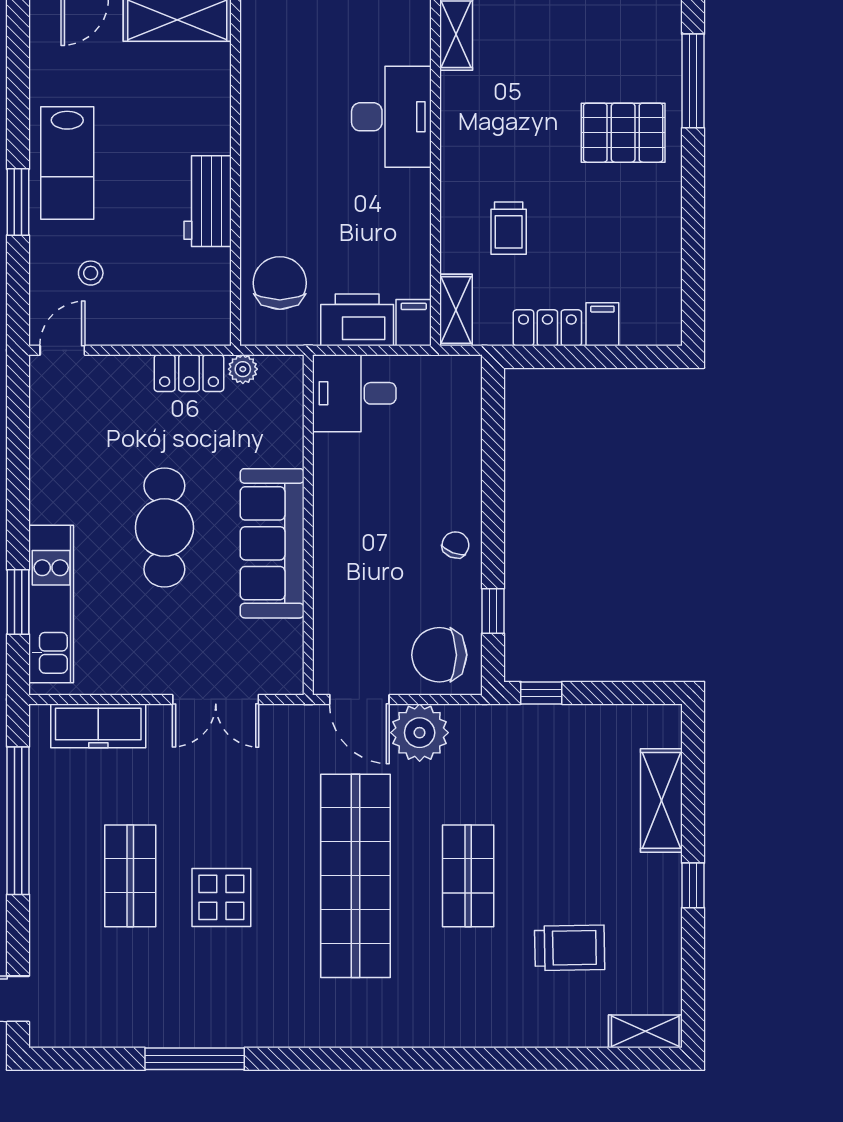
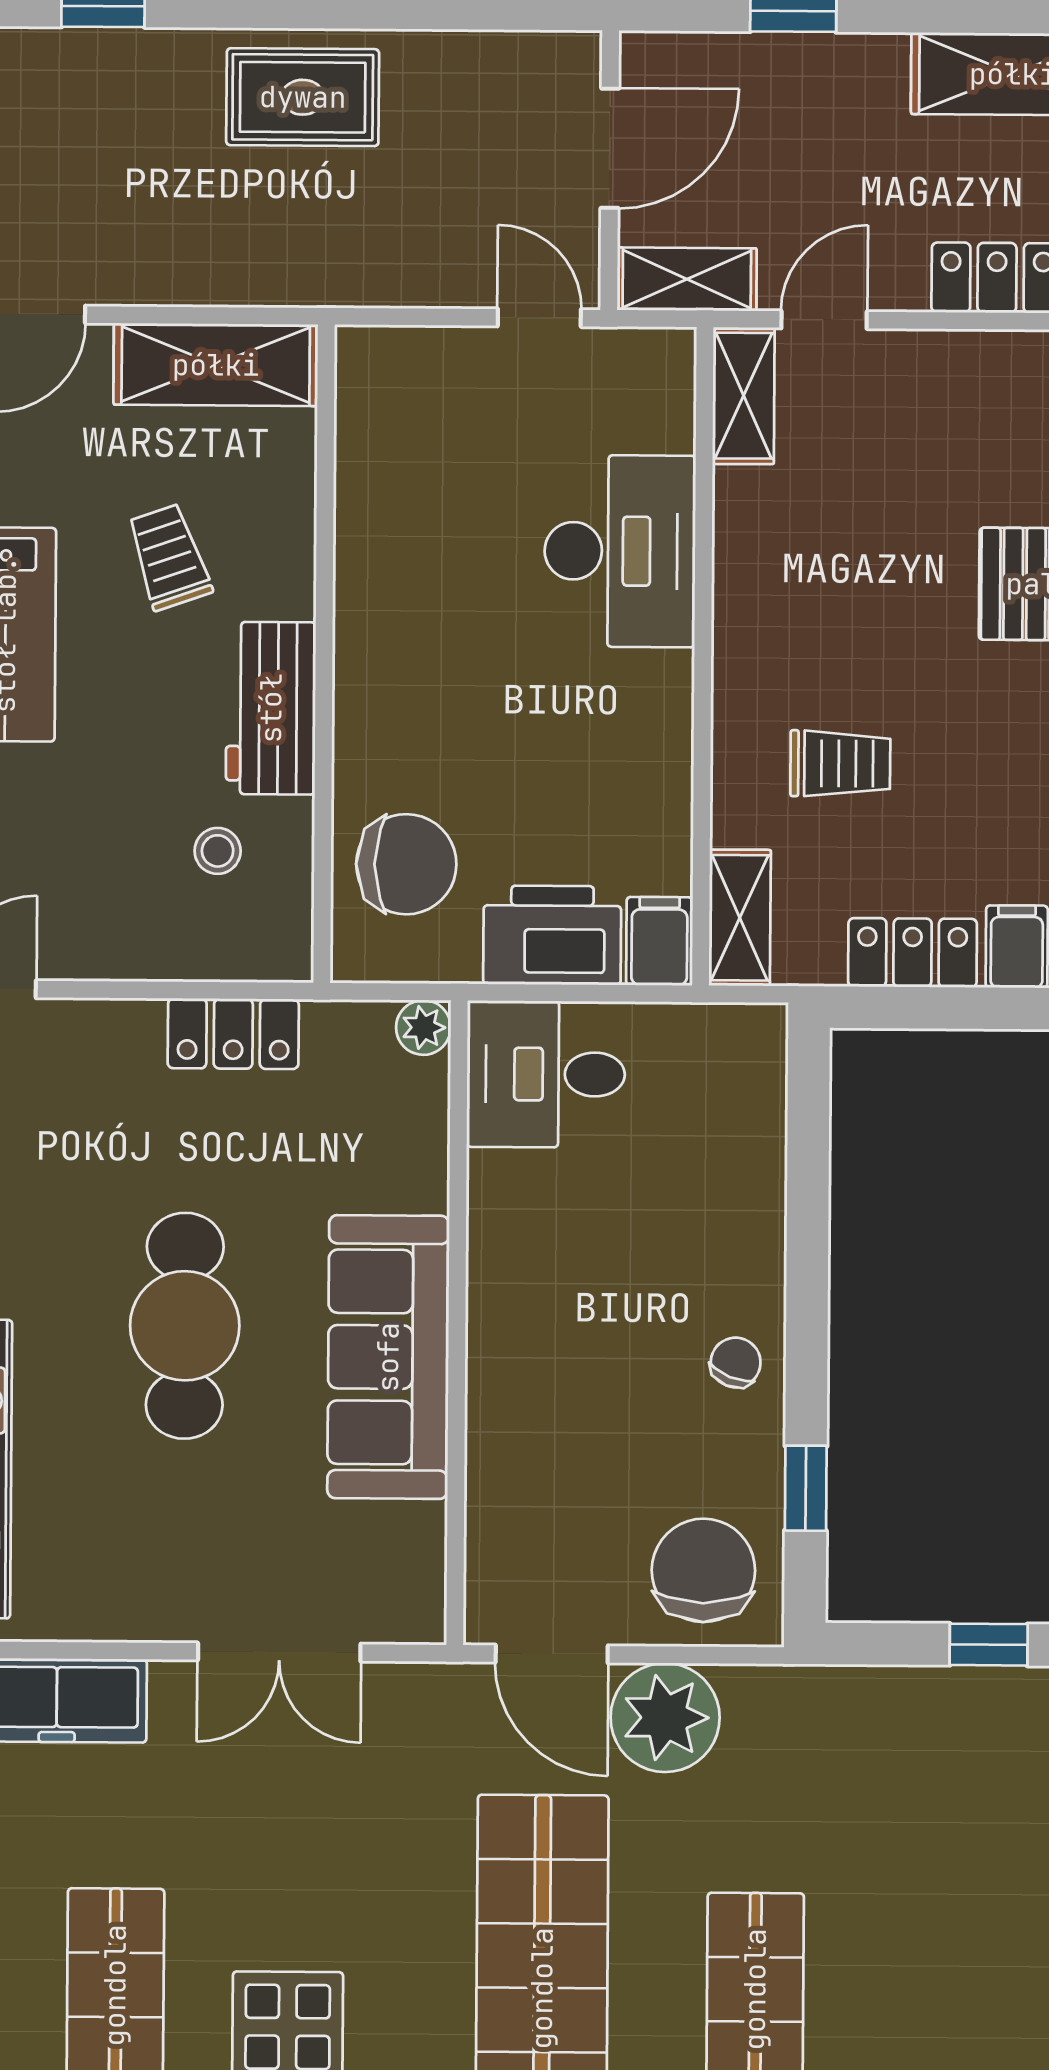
trolley: (153, 122) -> (169, 557), added
trolley: (509, 228) -> (840, 763), turned -90
stool: (91, 273) -> (218, 851), moved
chair: (280, 283) -> (406, 864), turned 90
plant: (243, 369) -> (423, 1027), moved
chair: (439, 655) -> (703, 1570), turned 90
window: (541, 693) -> (989, 1645), moved

